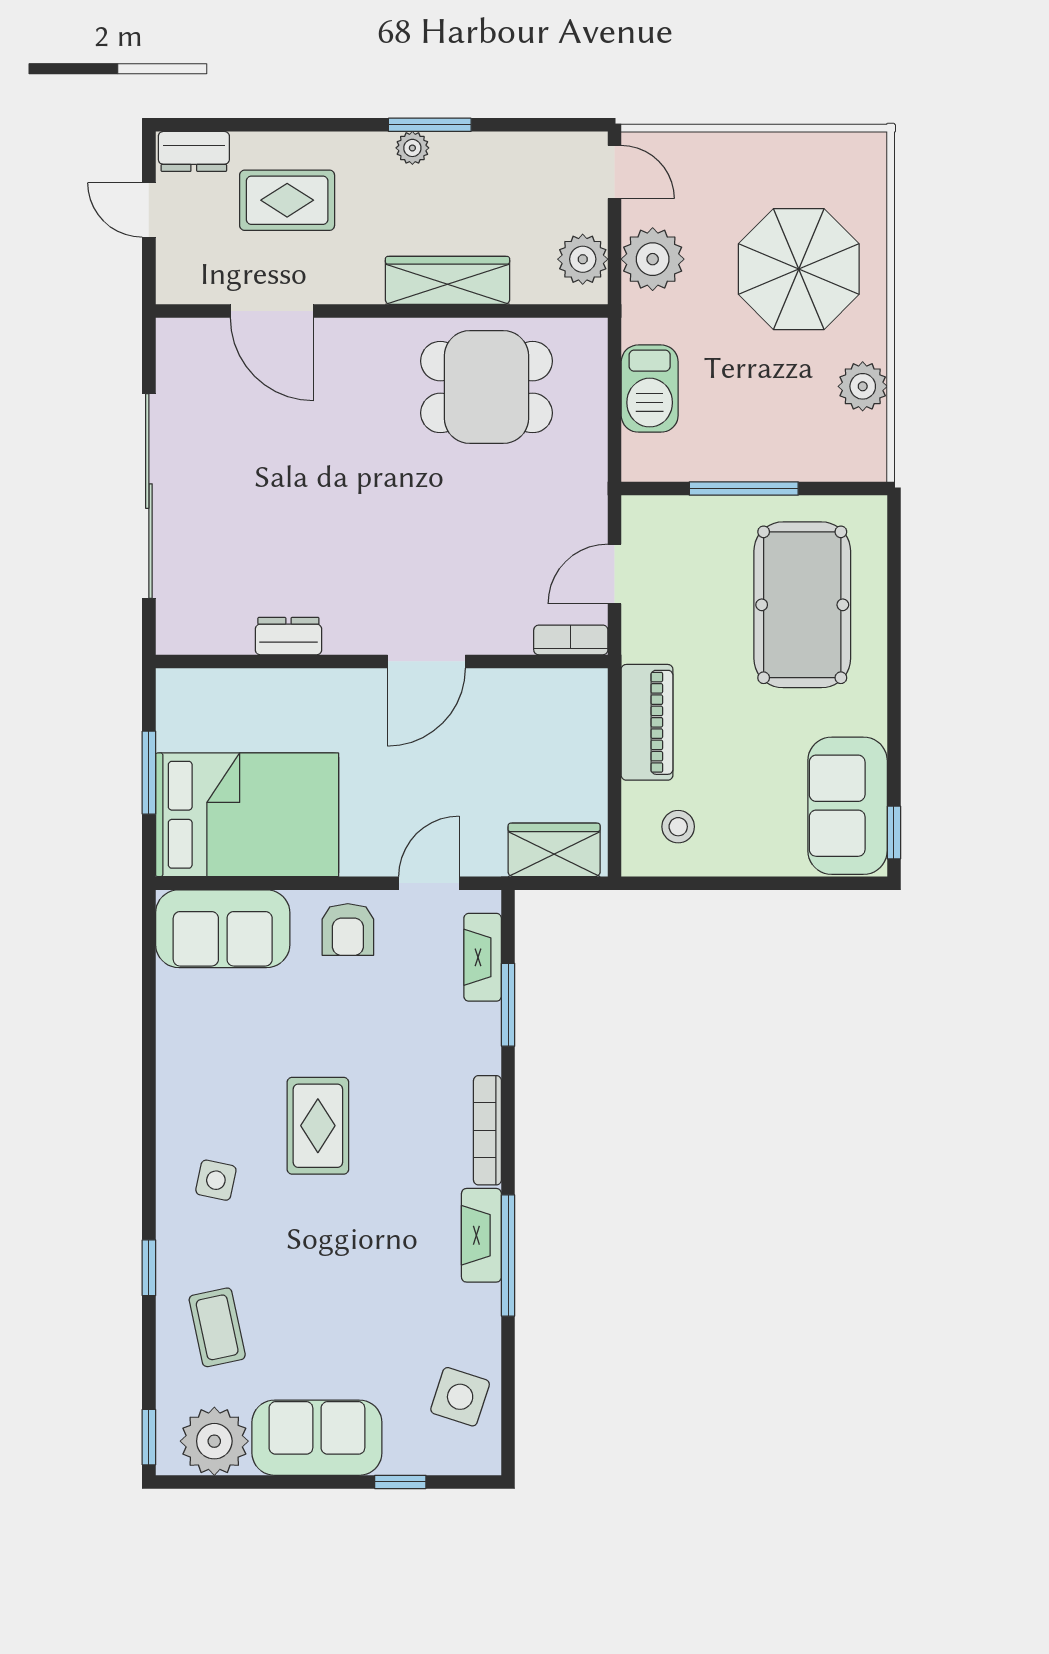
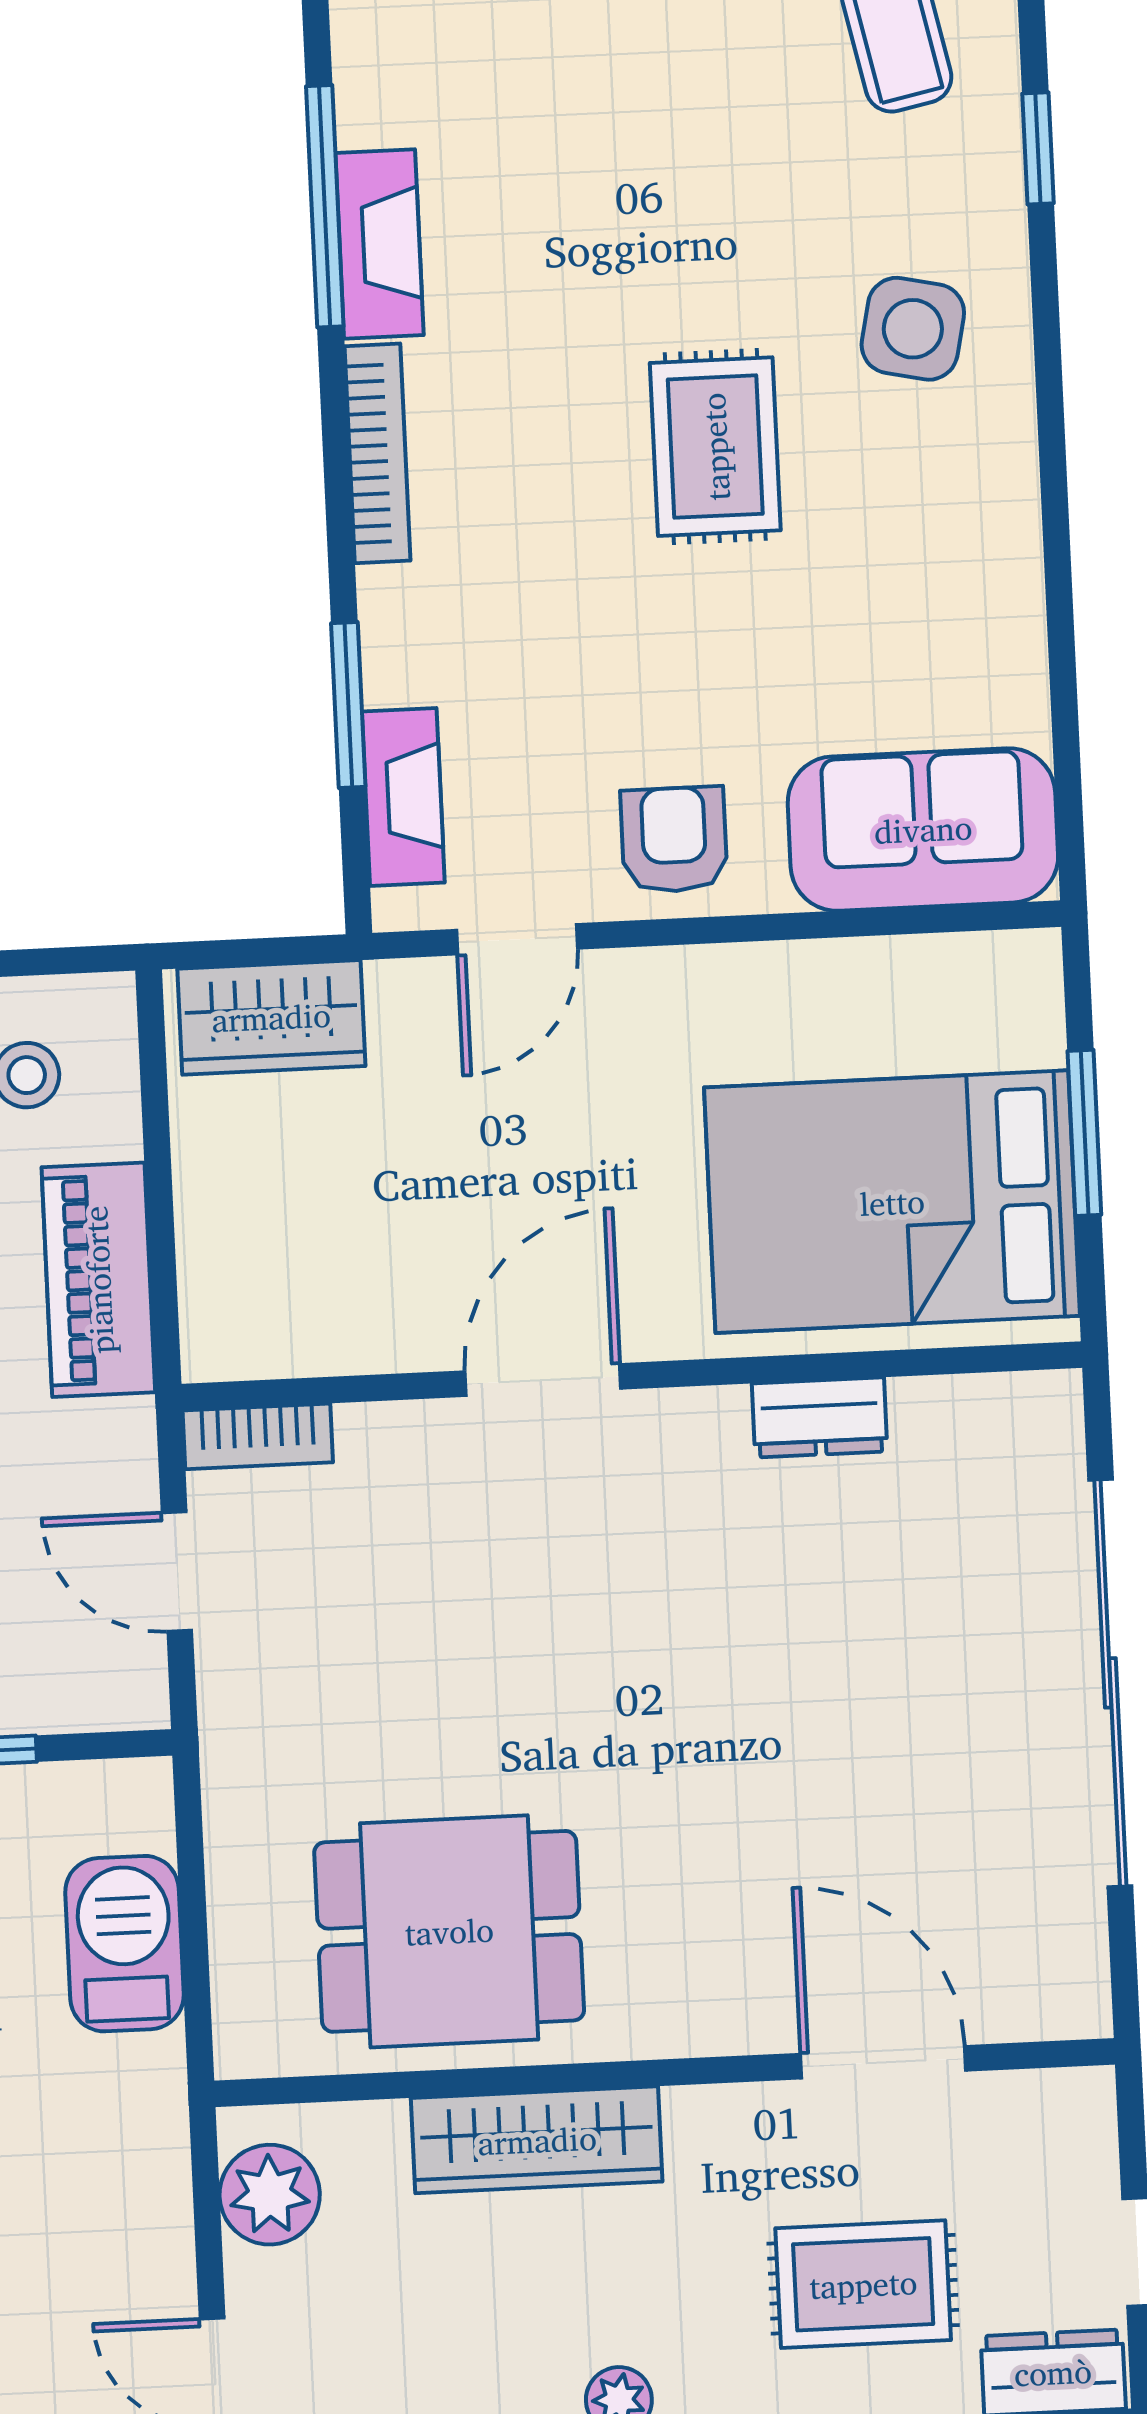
plant: (653, 259) -> (131, 2201), removed
door: (615, 574) -> (177, 1572), swing flipped
bed: (247, 815) -> (892, 1202), moved
side table: (216, 1180) -> (913, 329), width x1.37, depth x1.37

